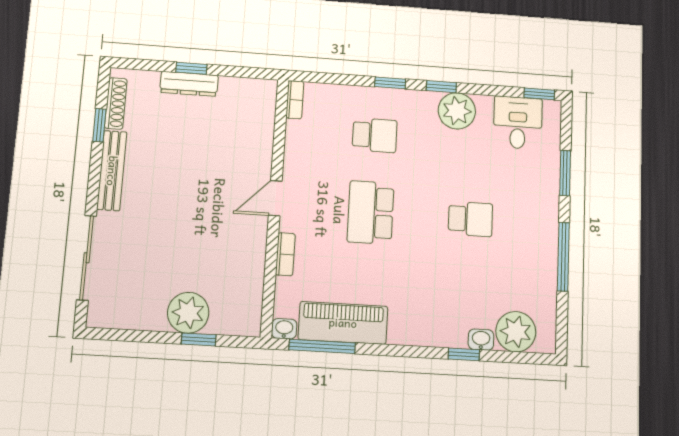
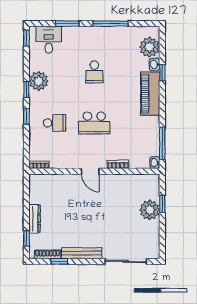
window: (191, 68) -> (26, 238), moved
desk: (518, 123) -> (49, 40), moved, turned 90
school desk: (375, 135) -> (54, 123), turned 90
school desk: (470, 219) -> (94, 72), turned 180
piano: (343, 323) -> (150, 94), moved

